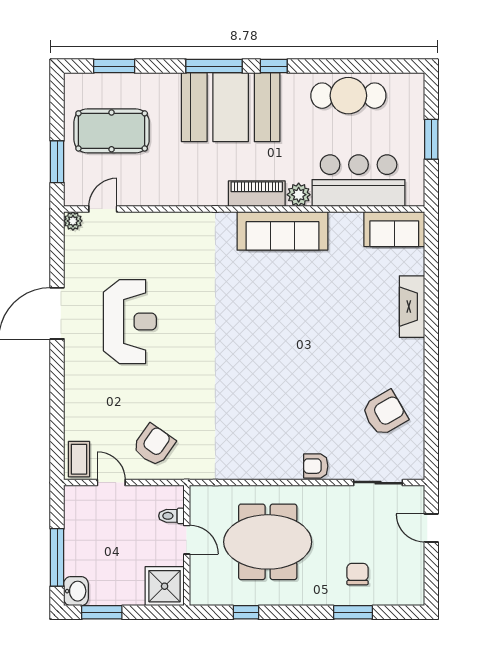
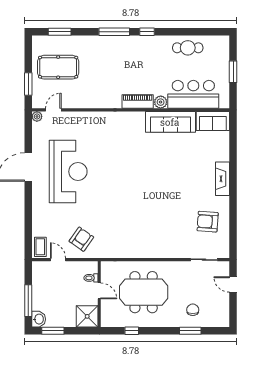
cafe table: (348, 96) -> (188, 48), width x0.73, depth x0.74
booth: (231, 107) -> (123, 54), removed
sofa: (282, 231) -> (170, 122), moved
fireplace: (412, 307) -> (223, 179), moved
reception desk: (130, 322) -> (68, 172), width x1.36, depth x1.30
armchair: (385, 413) -> (208, 222), turned -146
armchair: (316, 466) -> (170, 251), removed

